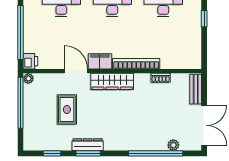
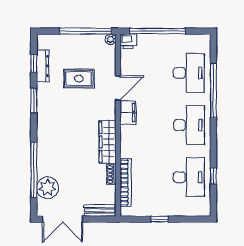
window: (204, 19) -> (160, 219), moved
bookcase: (136, 64) -> (126, 183), moved
wardrobe: (112, 81) -> (108, 142), moved
dresser: (88, 145) -> (43, 66), moved
plant: (173, 145) -> (47, 188), width x1.88, depth x1.88

